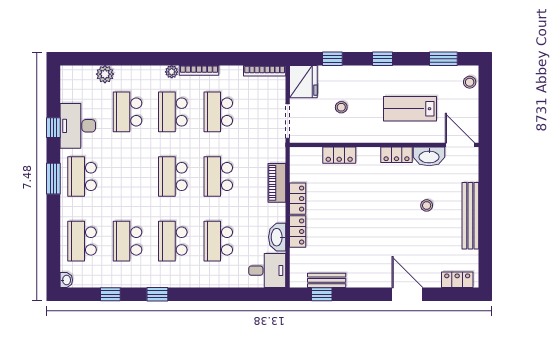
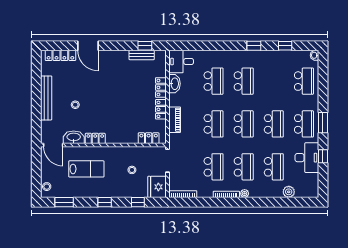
locker: (339, 155) -> (149, 138), moved
school desk: (127, 241) -> (274, 124), moved
locker: (457, 280) -> (60, 55), width x1.53

